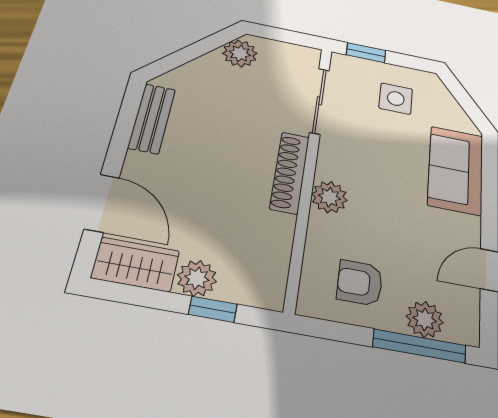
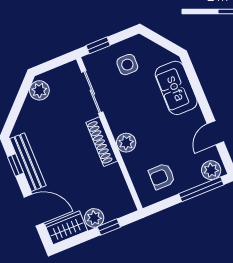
bench: (152, 118) -> (28, 162), width x1.36
window: (126, 122) -> (16, 165), added
plant: (425, 319) -> (211, 170), moved

